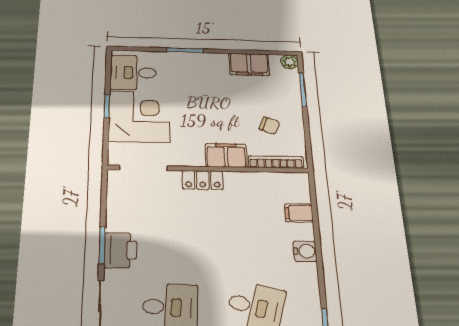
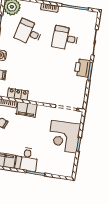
desk: (133, 73) -> (27, 159), moved, turned 90
locker: (203, 180) -> (18, 94), moved

